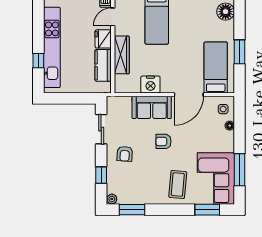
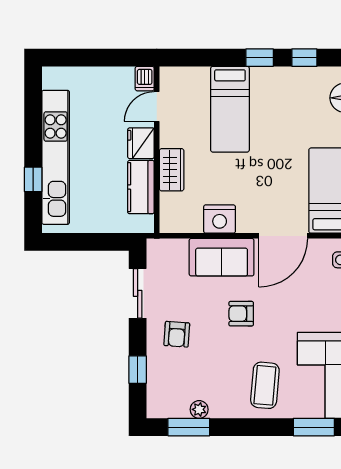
wardrobe: (122, 55) -> (172, 170), width x0.67
plant: (112, 199) -> (199, 409), moved

